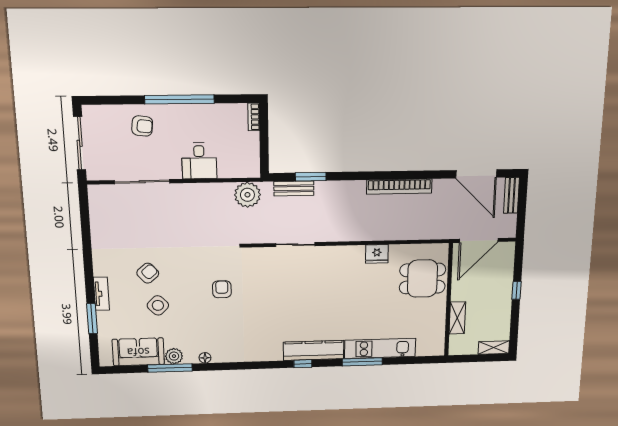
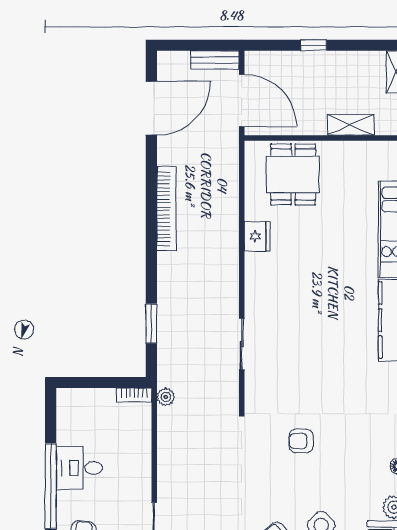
bookcase: (254, 117) -> (134, 395), moved
desk: (199, 161) -> (79, 468), moved, turned 180
bench: (294, 189) -> (167, 345), removed
plant: (247, 195) -> (166, 397), width x0.53, depth x0.53
bench: (511, 195) -> (215, 60), moved

